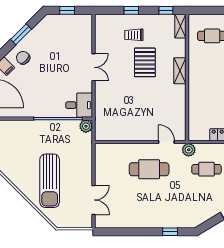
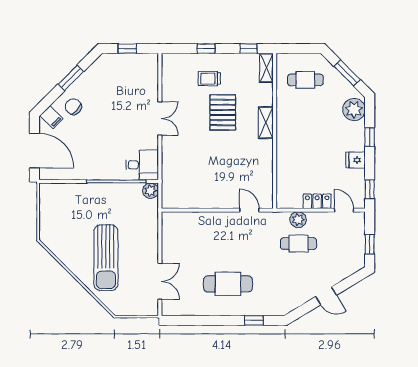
plant: (189, 150) -> (298, 220), moved
cafe table: (149, 169) -> (228, 284), moved

